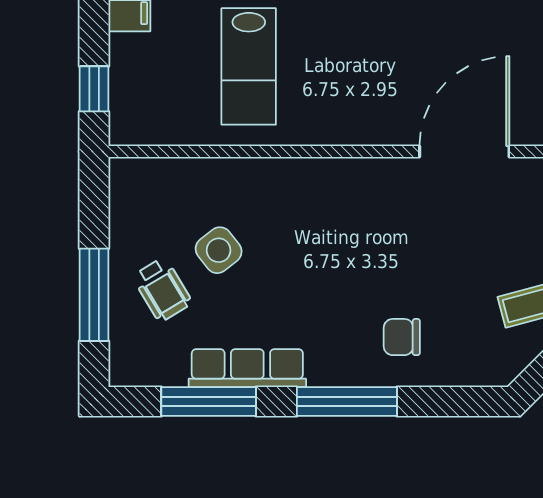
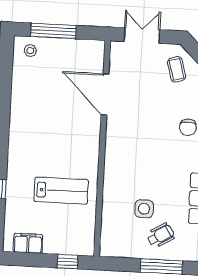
side table: (219, 250) -> (144, 209), turned 38

